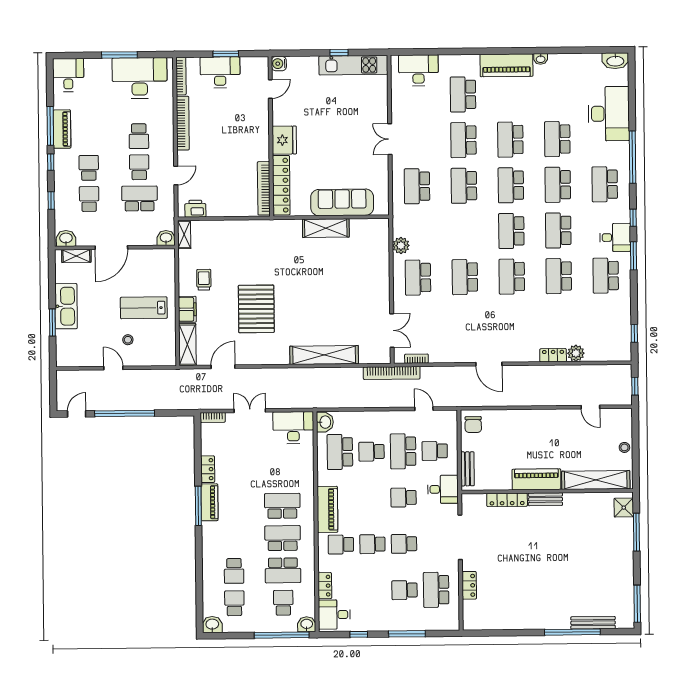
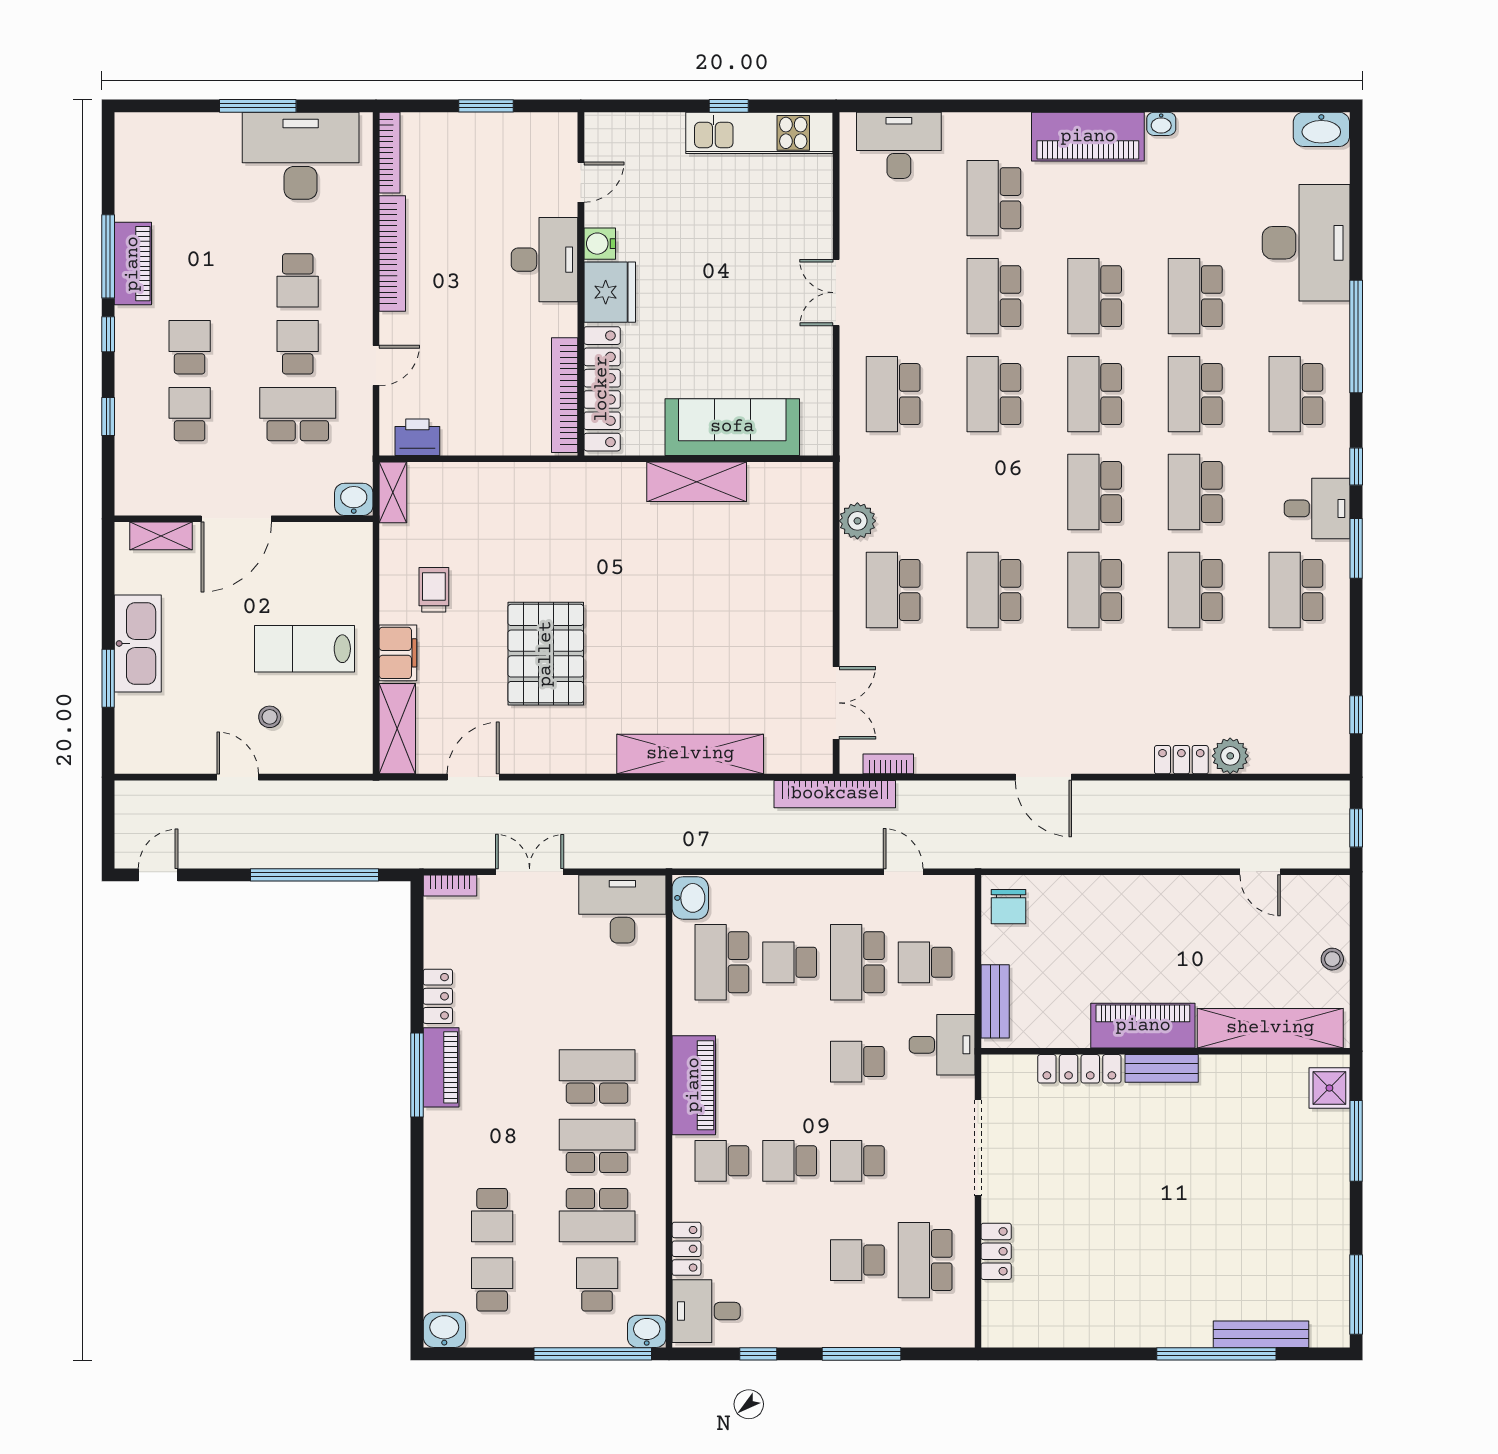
water cooler: (279, 64) -> (600, 244), moved
desk: (220, 72) -> (545, 260), moved, turned 90
desk: (68, 75) -> (148, 148), removed
washbasin: (66, 238) -> (139, 498), removed
window: (125, 413) -> (314, 875), moved

